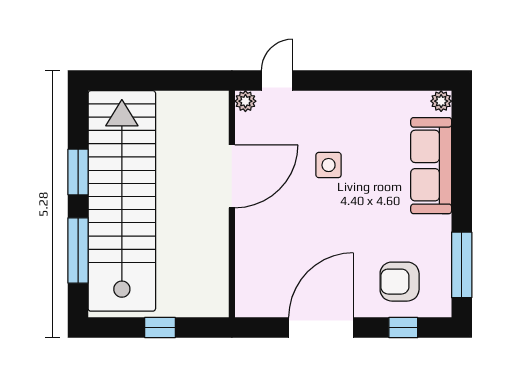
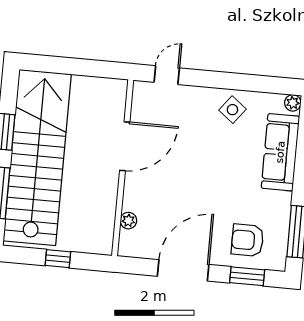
plant: (245, 101) -> (128, 221), moved
side table: (329, 165) -> (232, 110), moved, turned 38
window: (403, 328) -> (247, 276), width x1.50

